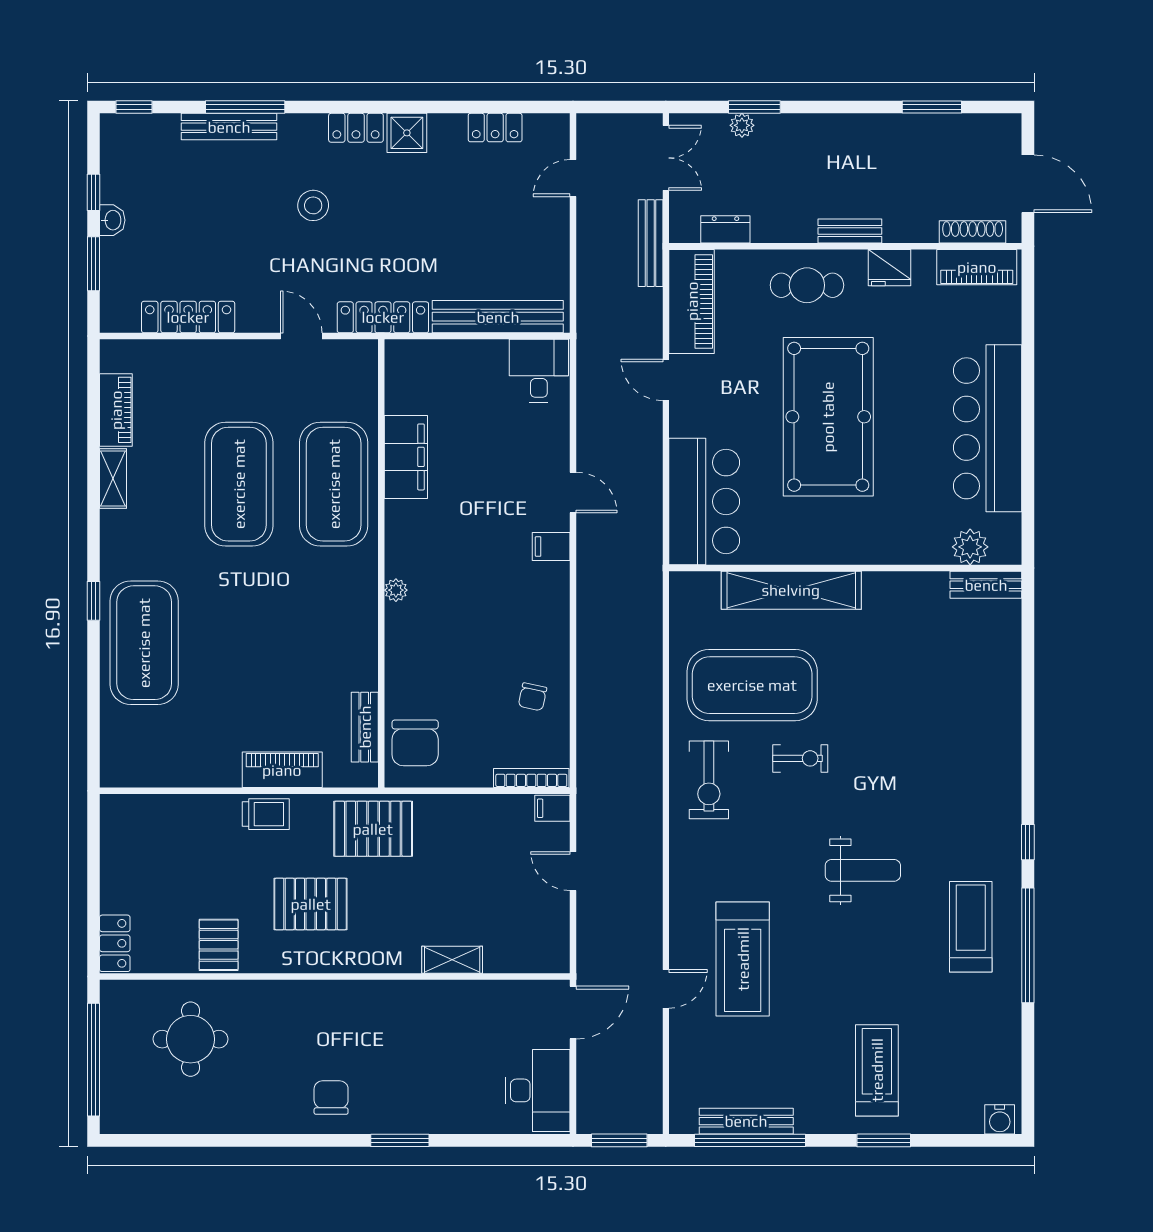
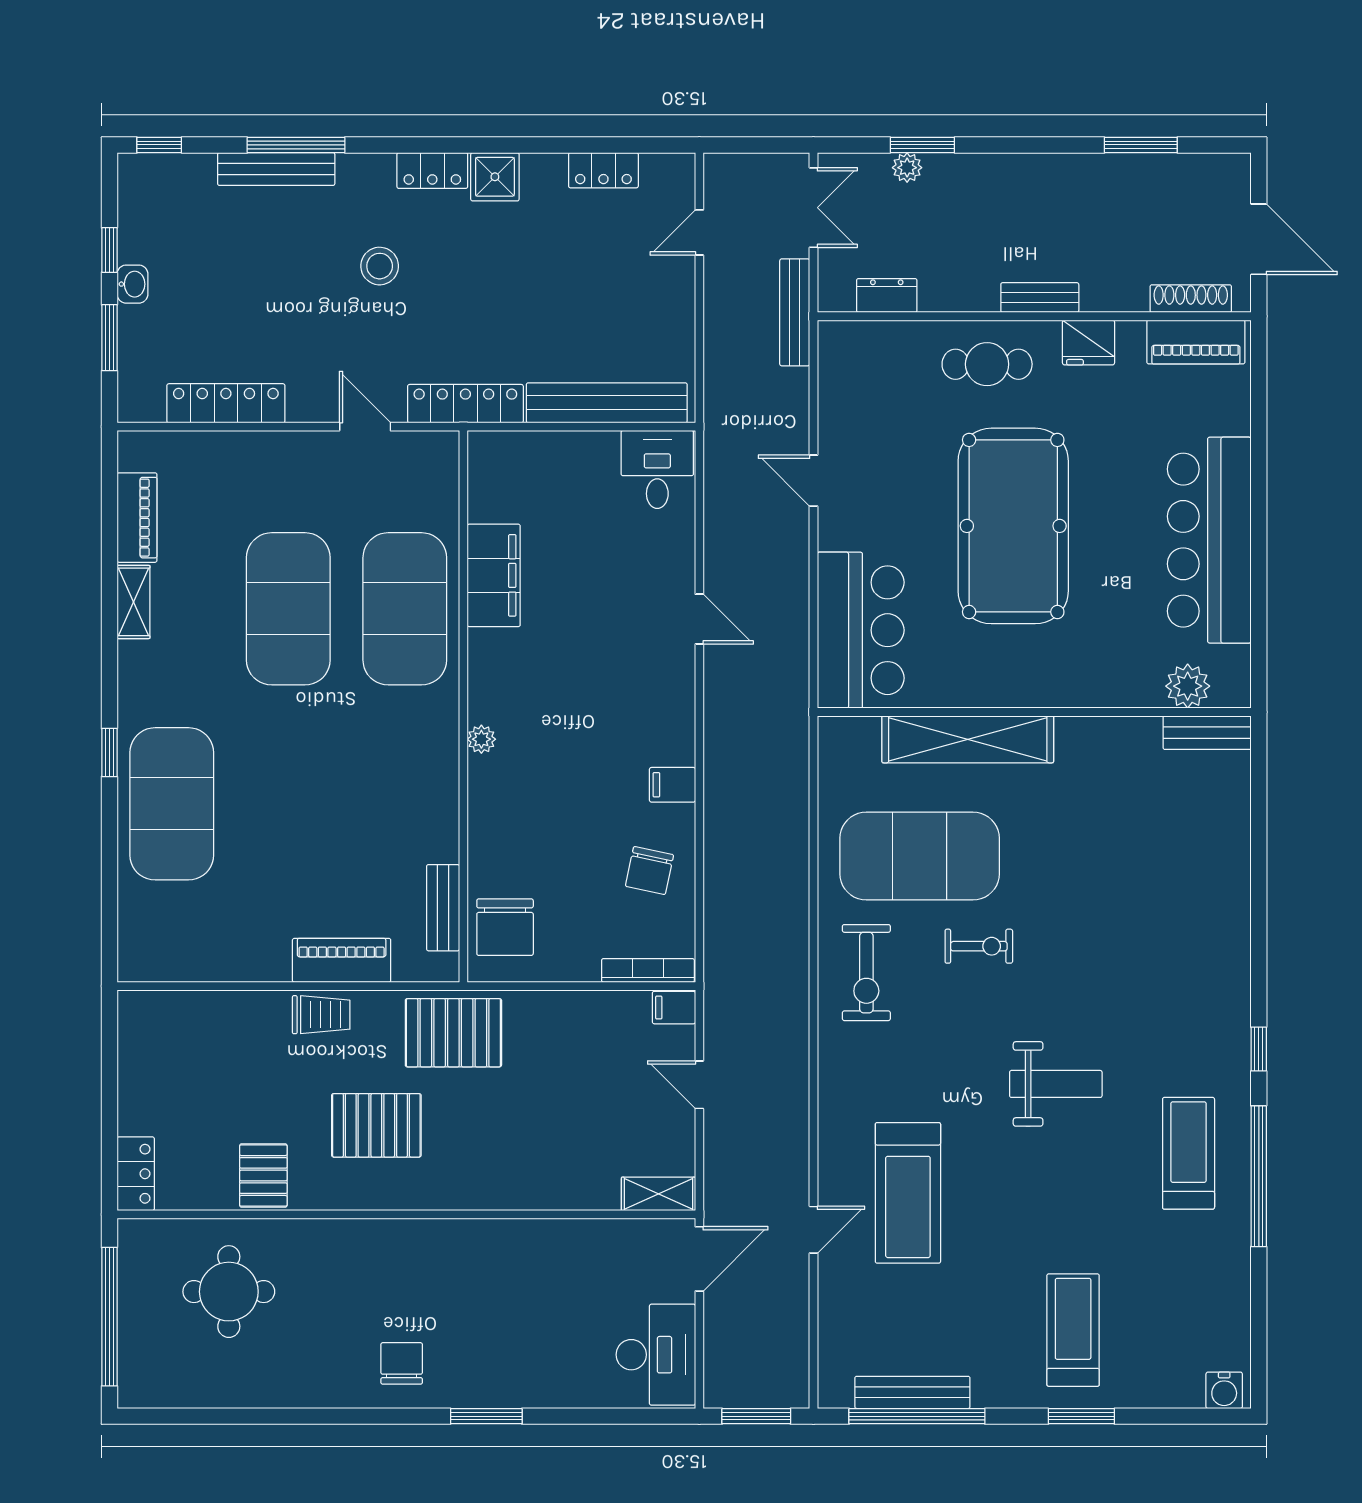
piano: (692, 301) -> (845, 384), removed
filing cabinet: (551, 546) -> (672, 785), moved
chair: (533, 697) -> (649, 870), width x1.37, depth x1.37
shelving: (452, 960) -> (658, 1194), moved

